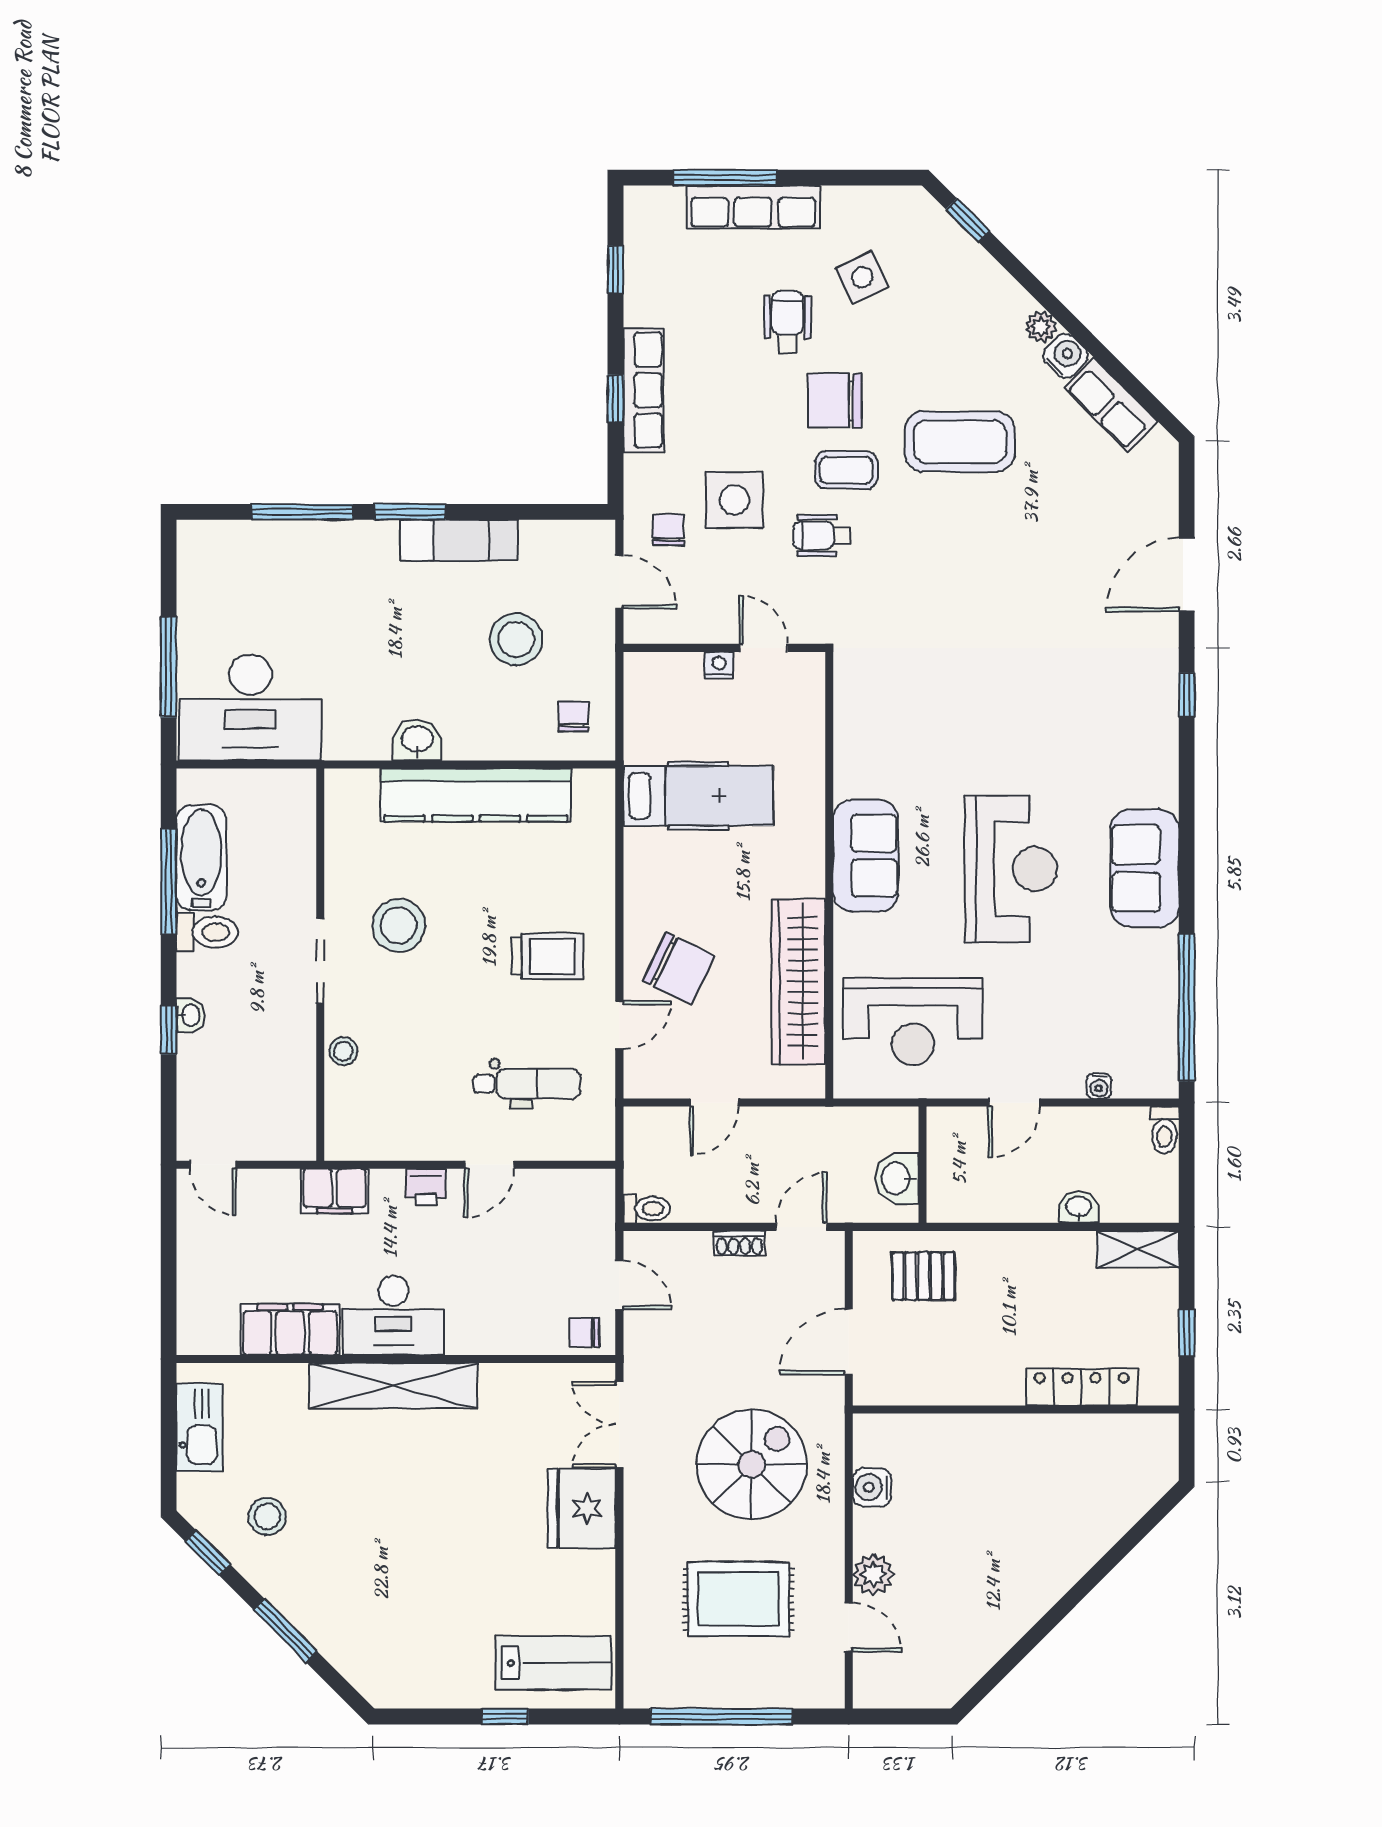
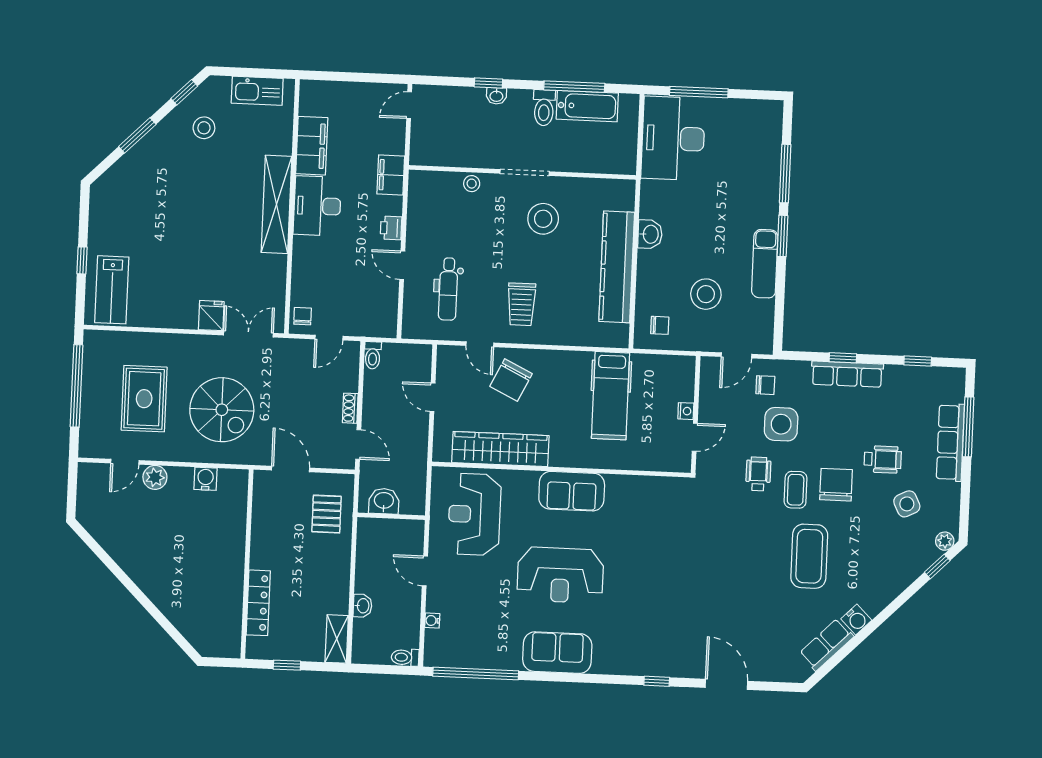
plant: (1041, 327) -> (945, 541), moved
fridge: (582, 1508) -> (211, 316), width x0.53, depth x0.75

